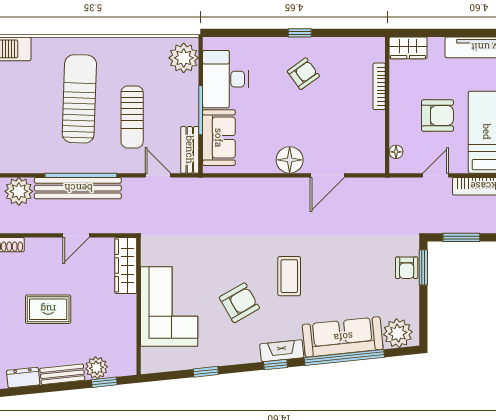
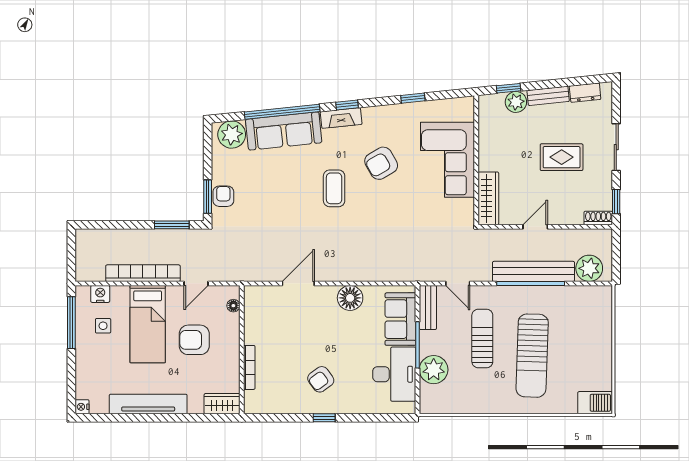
plant: (184, 58) -> (434, 370), moved
floor lamp: (290, 160) -> (350, 298), moved

